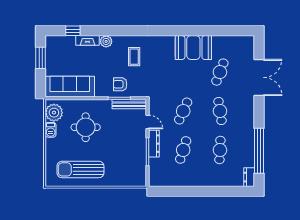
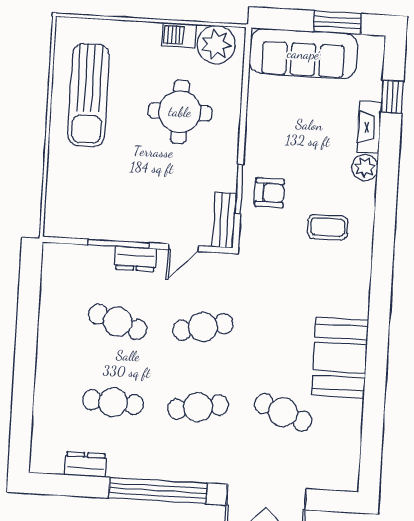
armchair: (120, 84) -> (269, 193), turned 90
sofa: (70, 87) -> (303, 54), moved, turned 90
bench: (129, 104) -> (224, 220), width x0.73
cafe table: (183, 111) -> (203, 327), turned -36
dresser: (154, 144) -> (135, 259), width x0.70
window: (259, 151) -> (158, 491), moved
sun lounger: (80, 169) -> (89, 95), turned 180
dresser: (249, 177) -> (85, 464), moved

